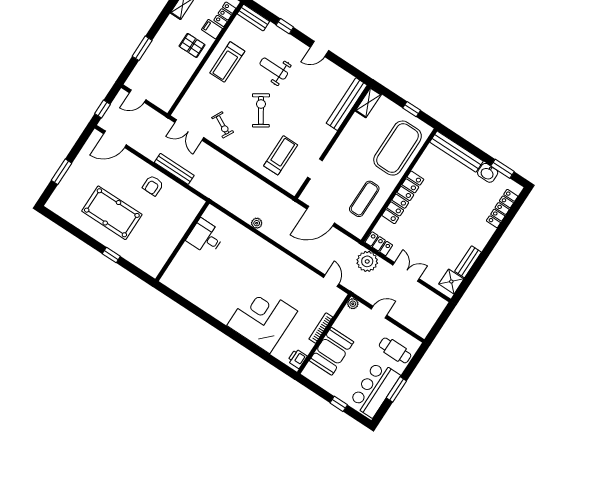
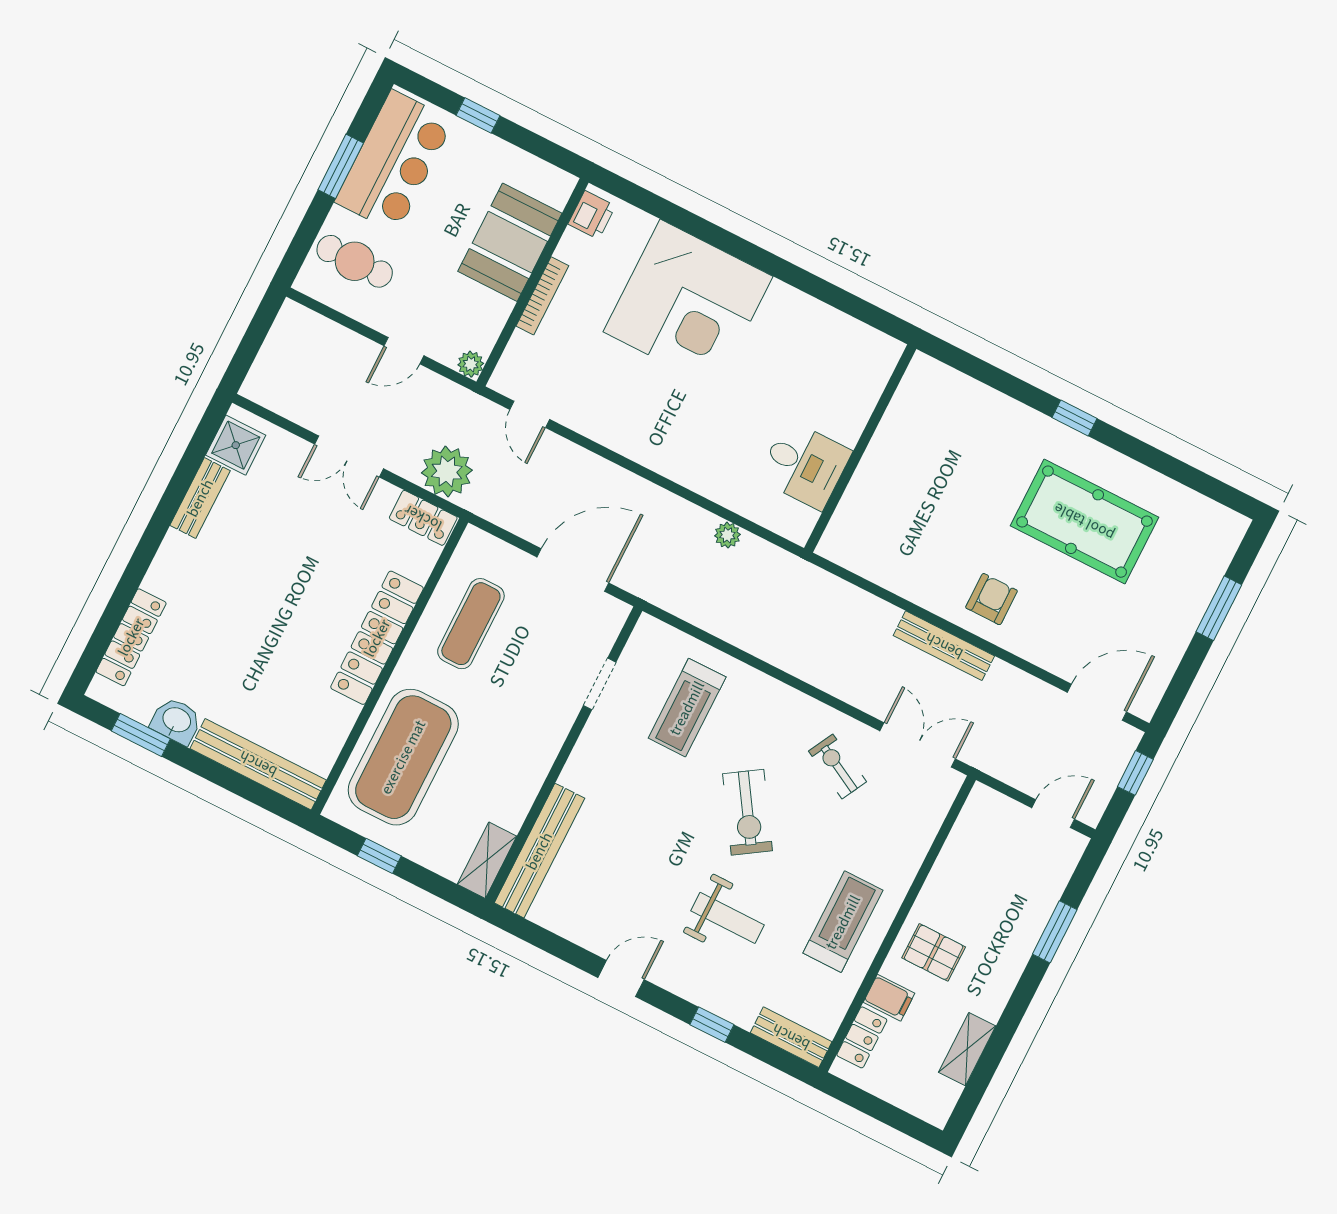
desk: (206, 237) -> (805, 465), moved
wall: (182, 241) -> (860, 448), moved

